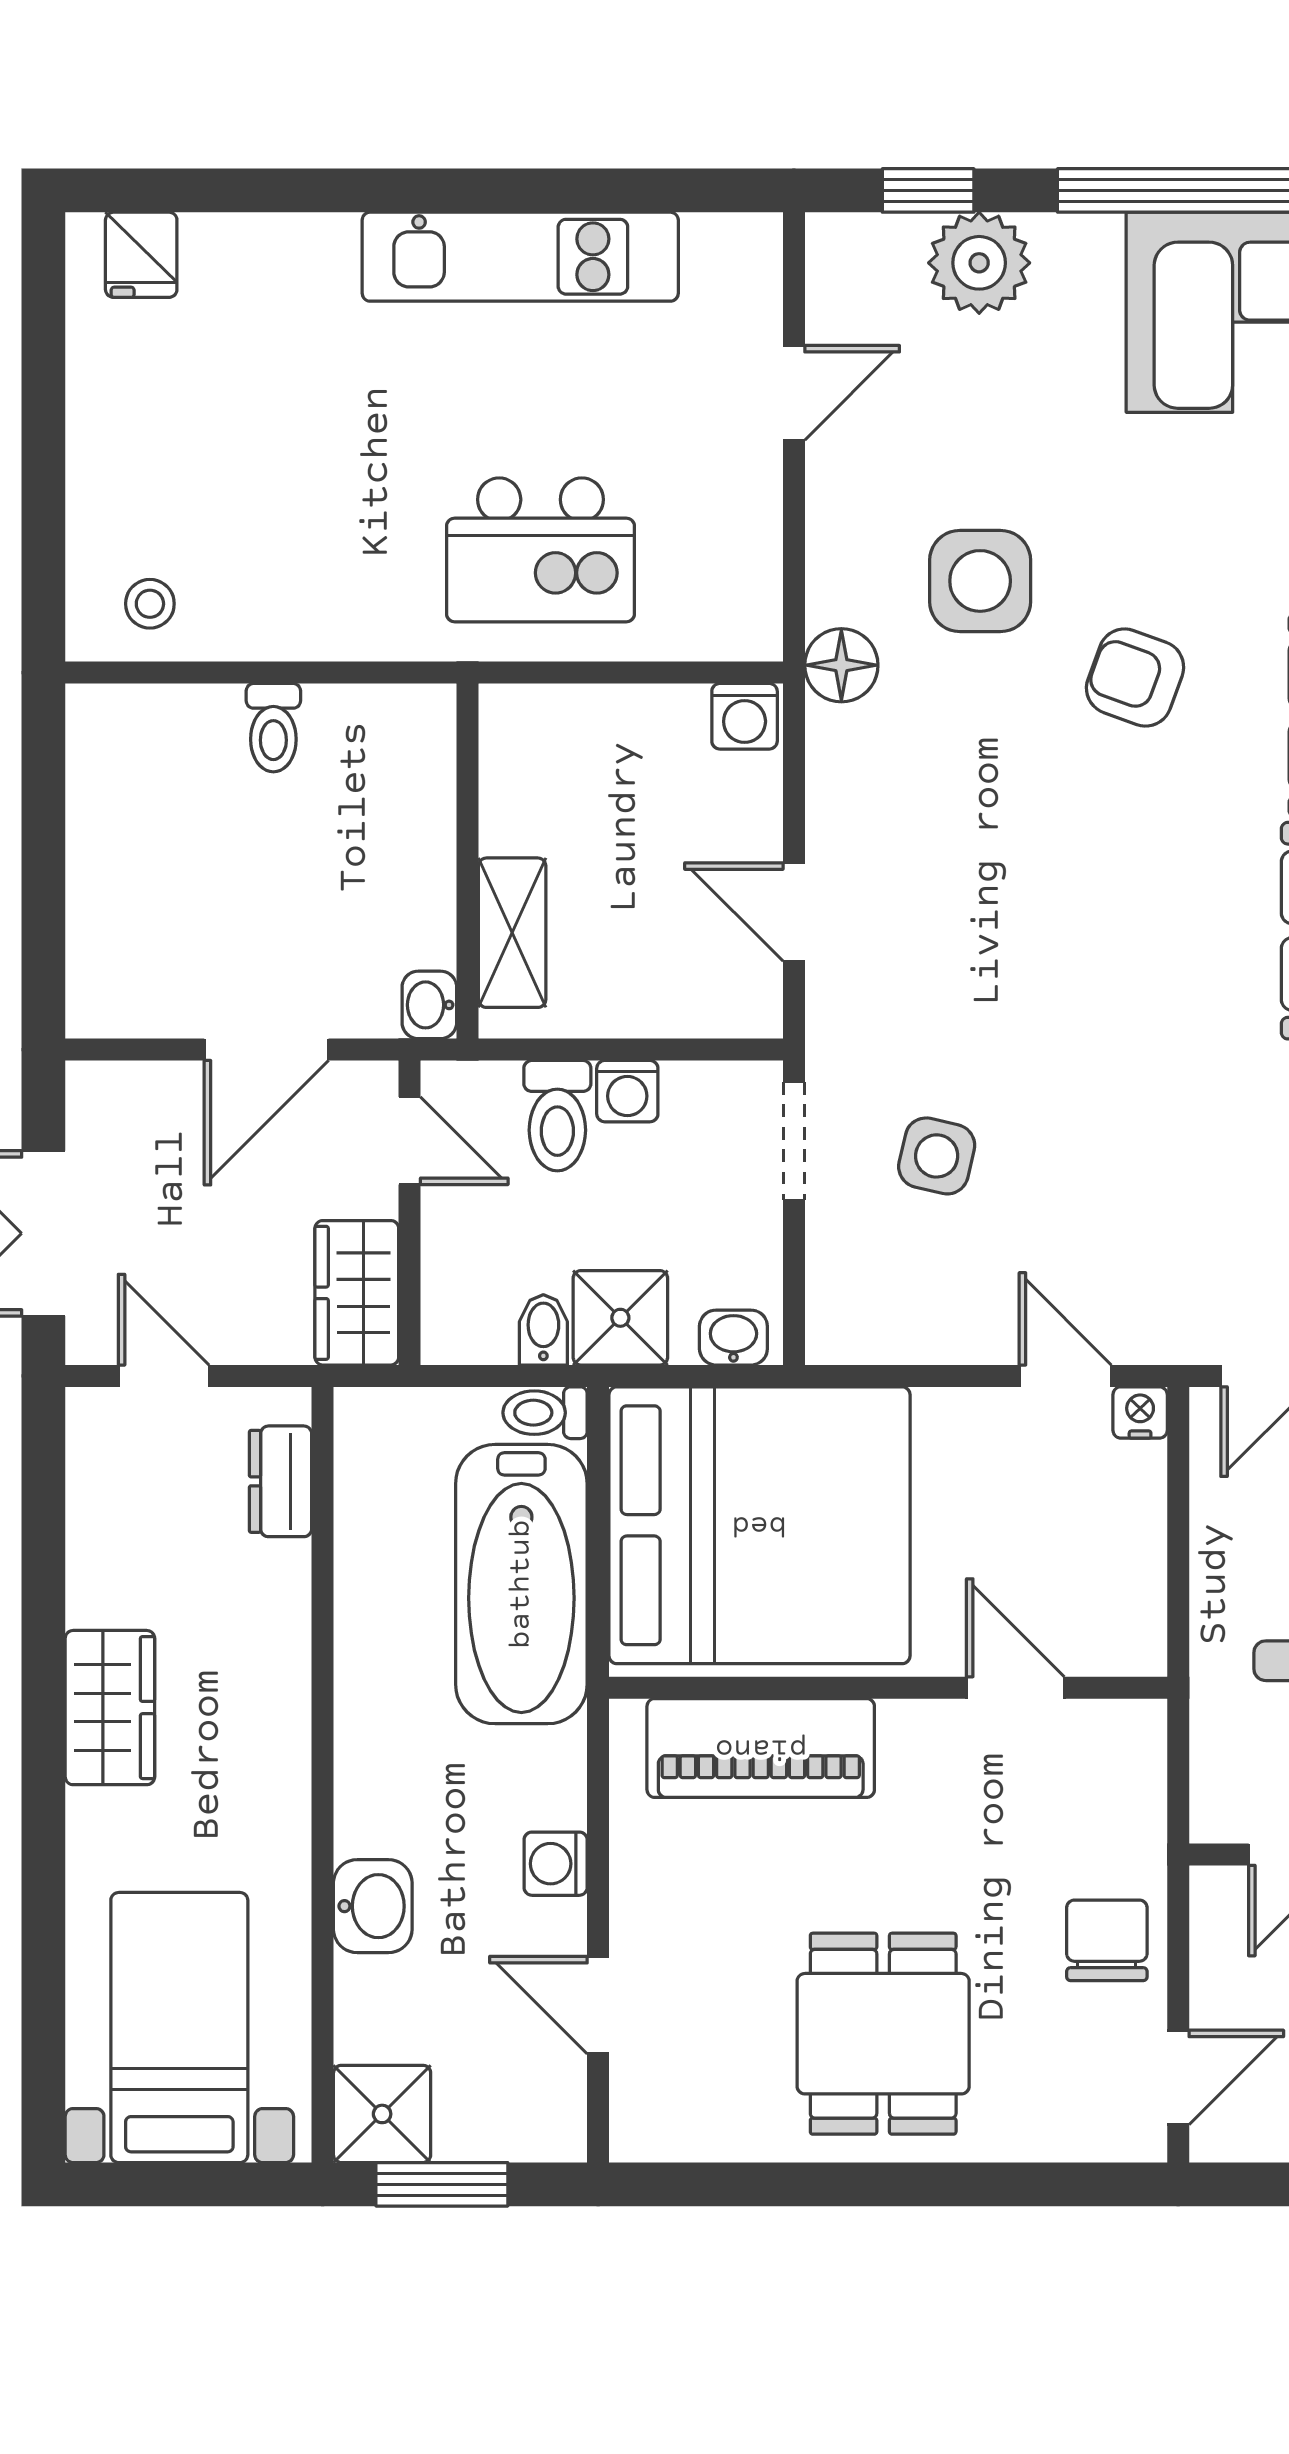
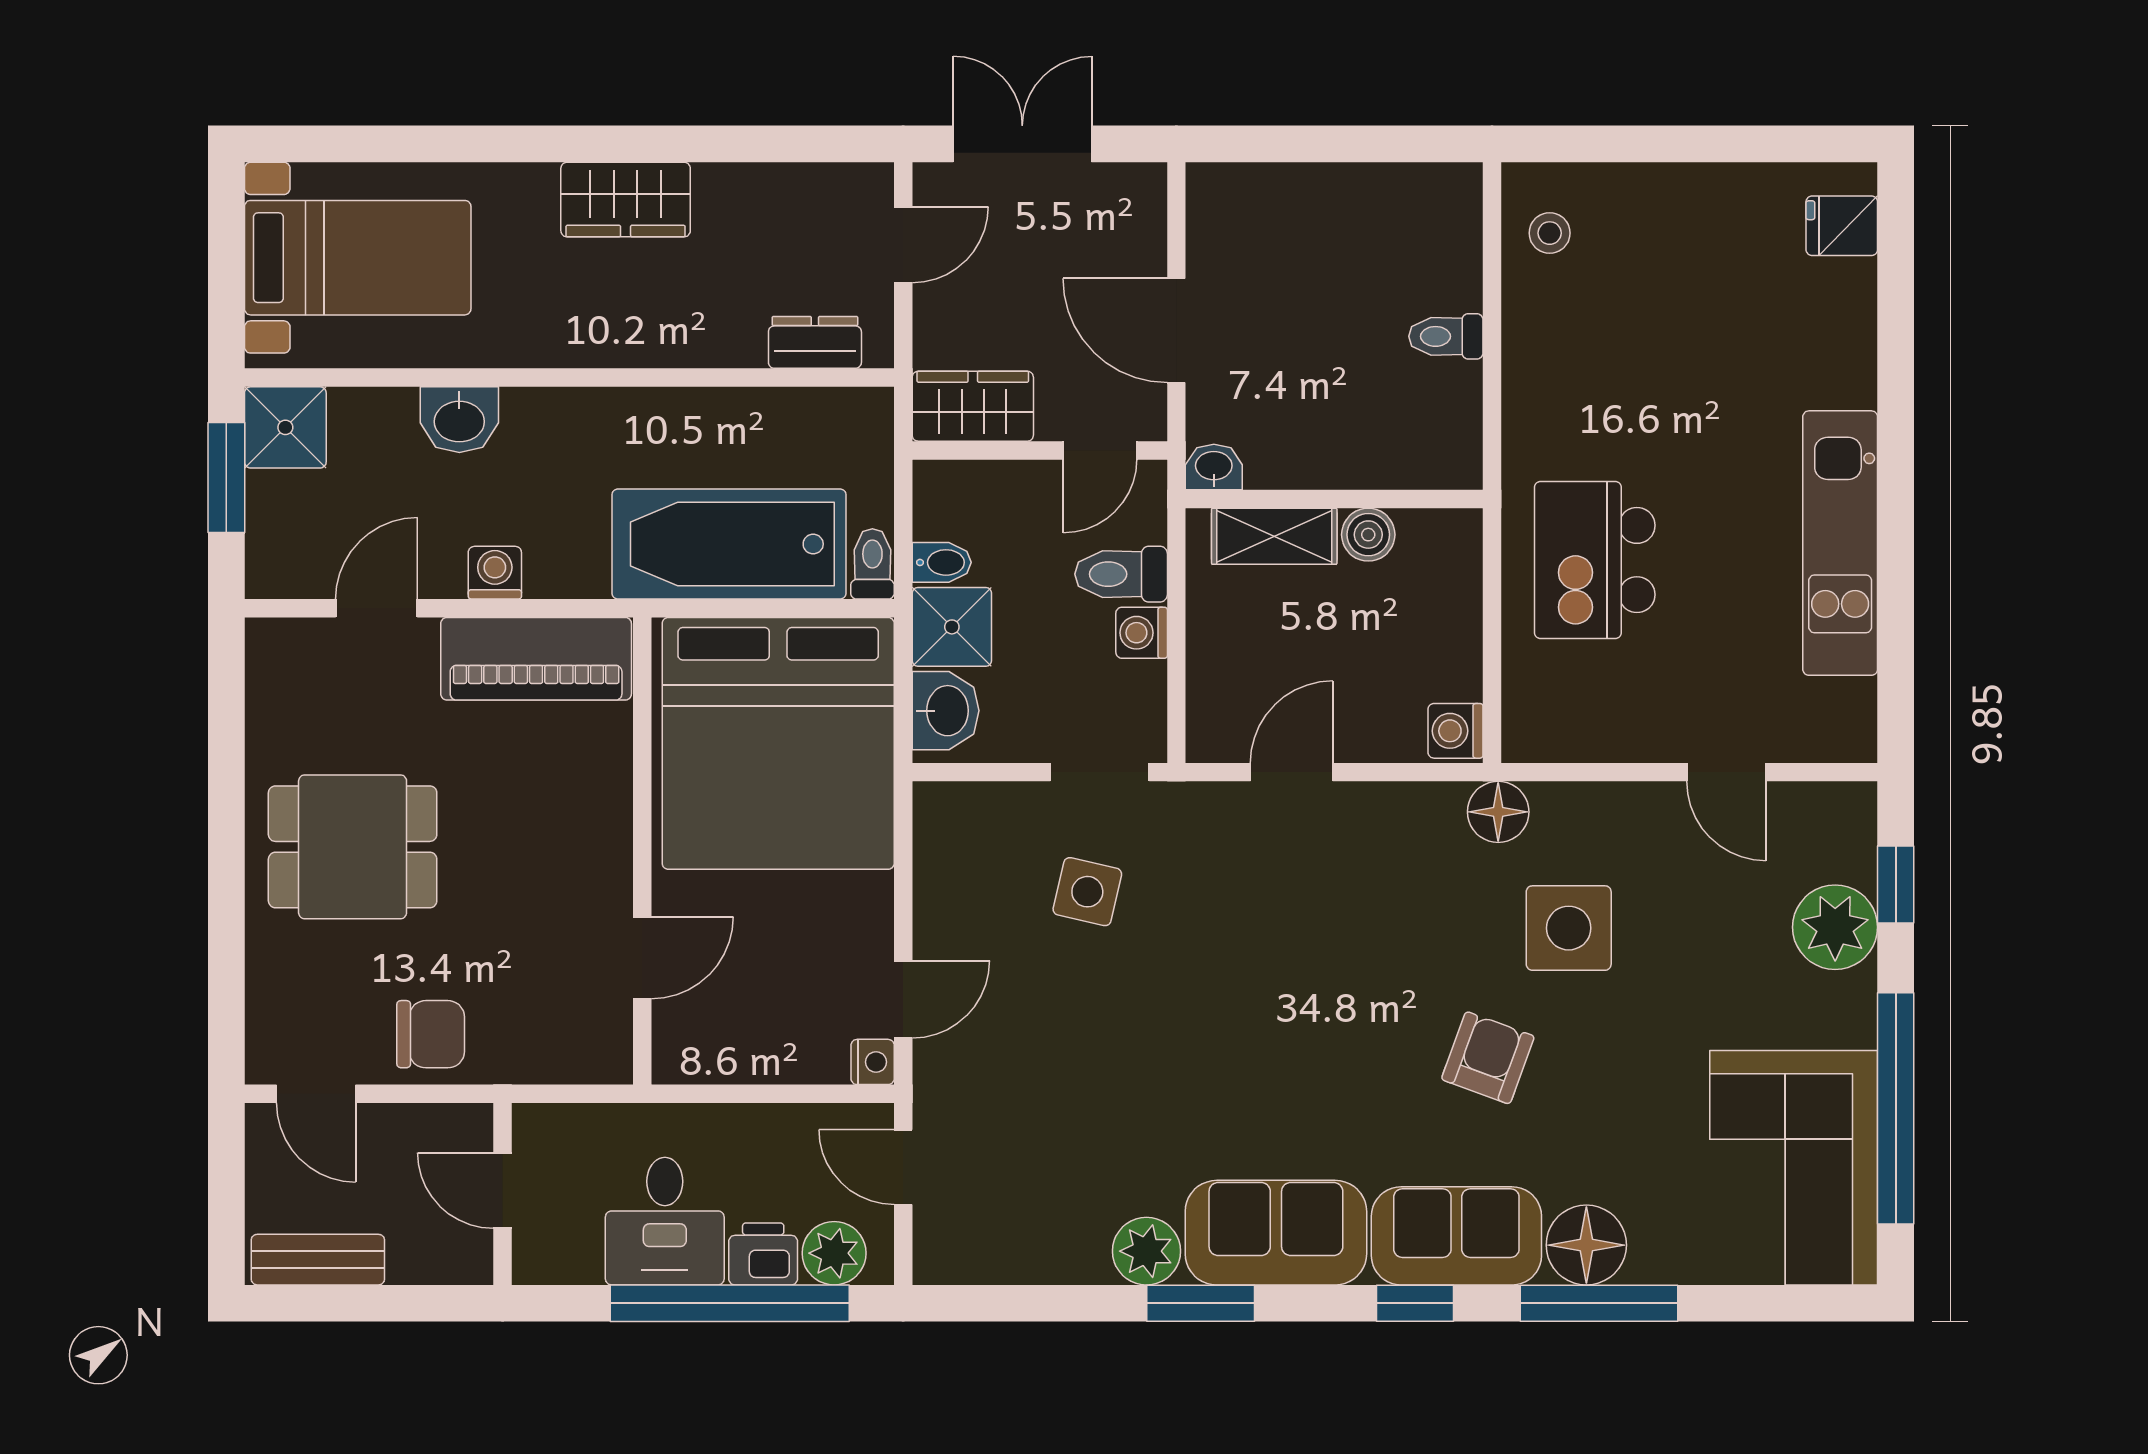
boiler: (510, 820) -> (1368, 535), added
washbasin: (733, 1338) -> (946, 711), width x1.38, depth x1.45
piano: (761, 1748) -> (536, 659), moved, turned -90

